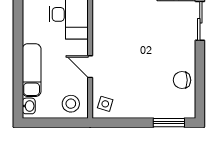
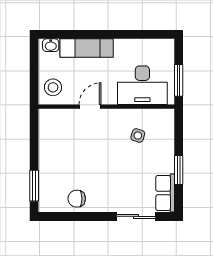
chair: (182, 80) -> (77, 199), turned -90
side table: (105, 104) -> (138, 136), moved

